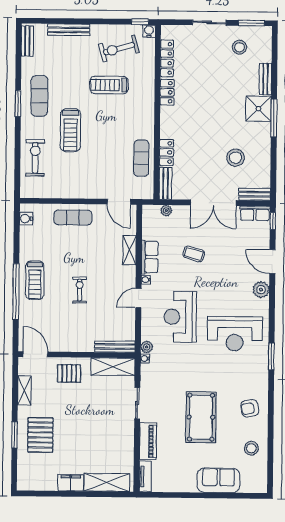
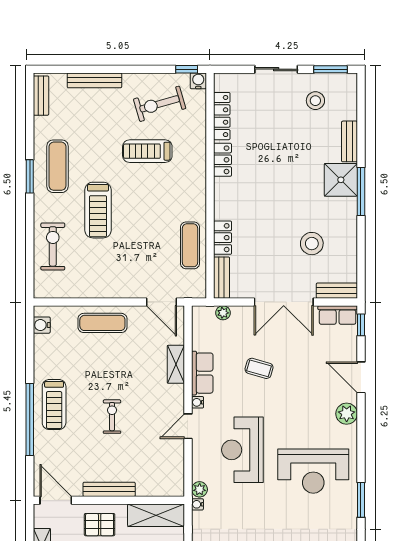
bench: (115, 347) -> (109, 489), moved

